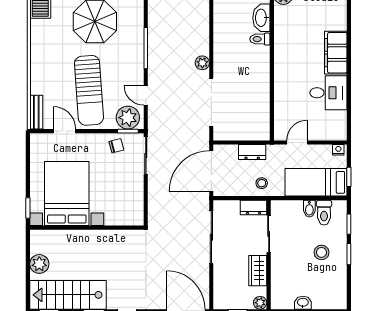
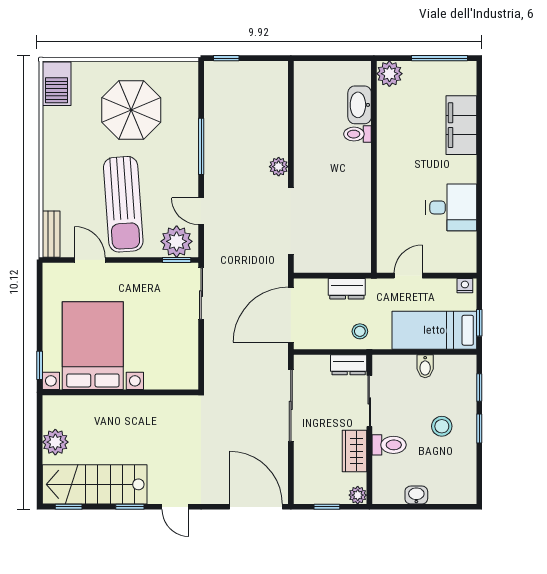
filing cabinet: (336, 53) -> (461, 125), moved
chair: (116, 146) -> (161, 280), removed
toilet: (324, 213) -> (389, 445), moved, turned -90

